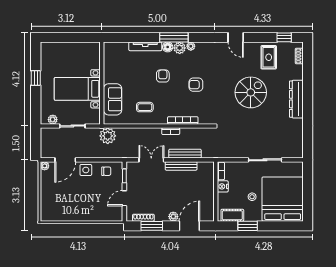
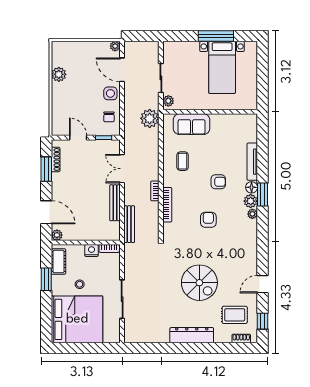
window: (174, 37) -> (263, 194), width x0.69
door: (236, 37) -> (263, 284), moved
rug: (269, 57) -> (235, 315), moved
window: (36, 78) -> (216, 36), width x2.17
bed with nightstands: (77, 89) -> (222, 67), moved, turned 180
plant: (53, 120) -> (168, 101), moved
bench: (185, 154) -> (129, 224), moved
double door: (151, 160) -> (122, 169), swing flipped
plant: (69, 215) -> (59, 74), added
plant: (173, 217) -> (57, 235), moved

